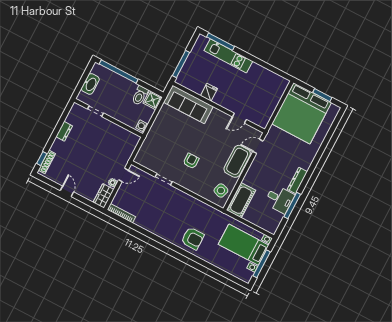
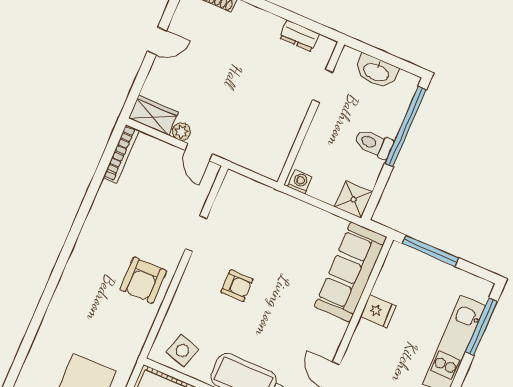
toilet: (140, 95) -> (373, 144), moved
dresser: (64, 131) -> (299, 36), moved
armchair: (193, 238) -> (143, 280), moved

